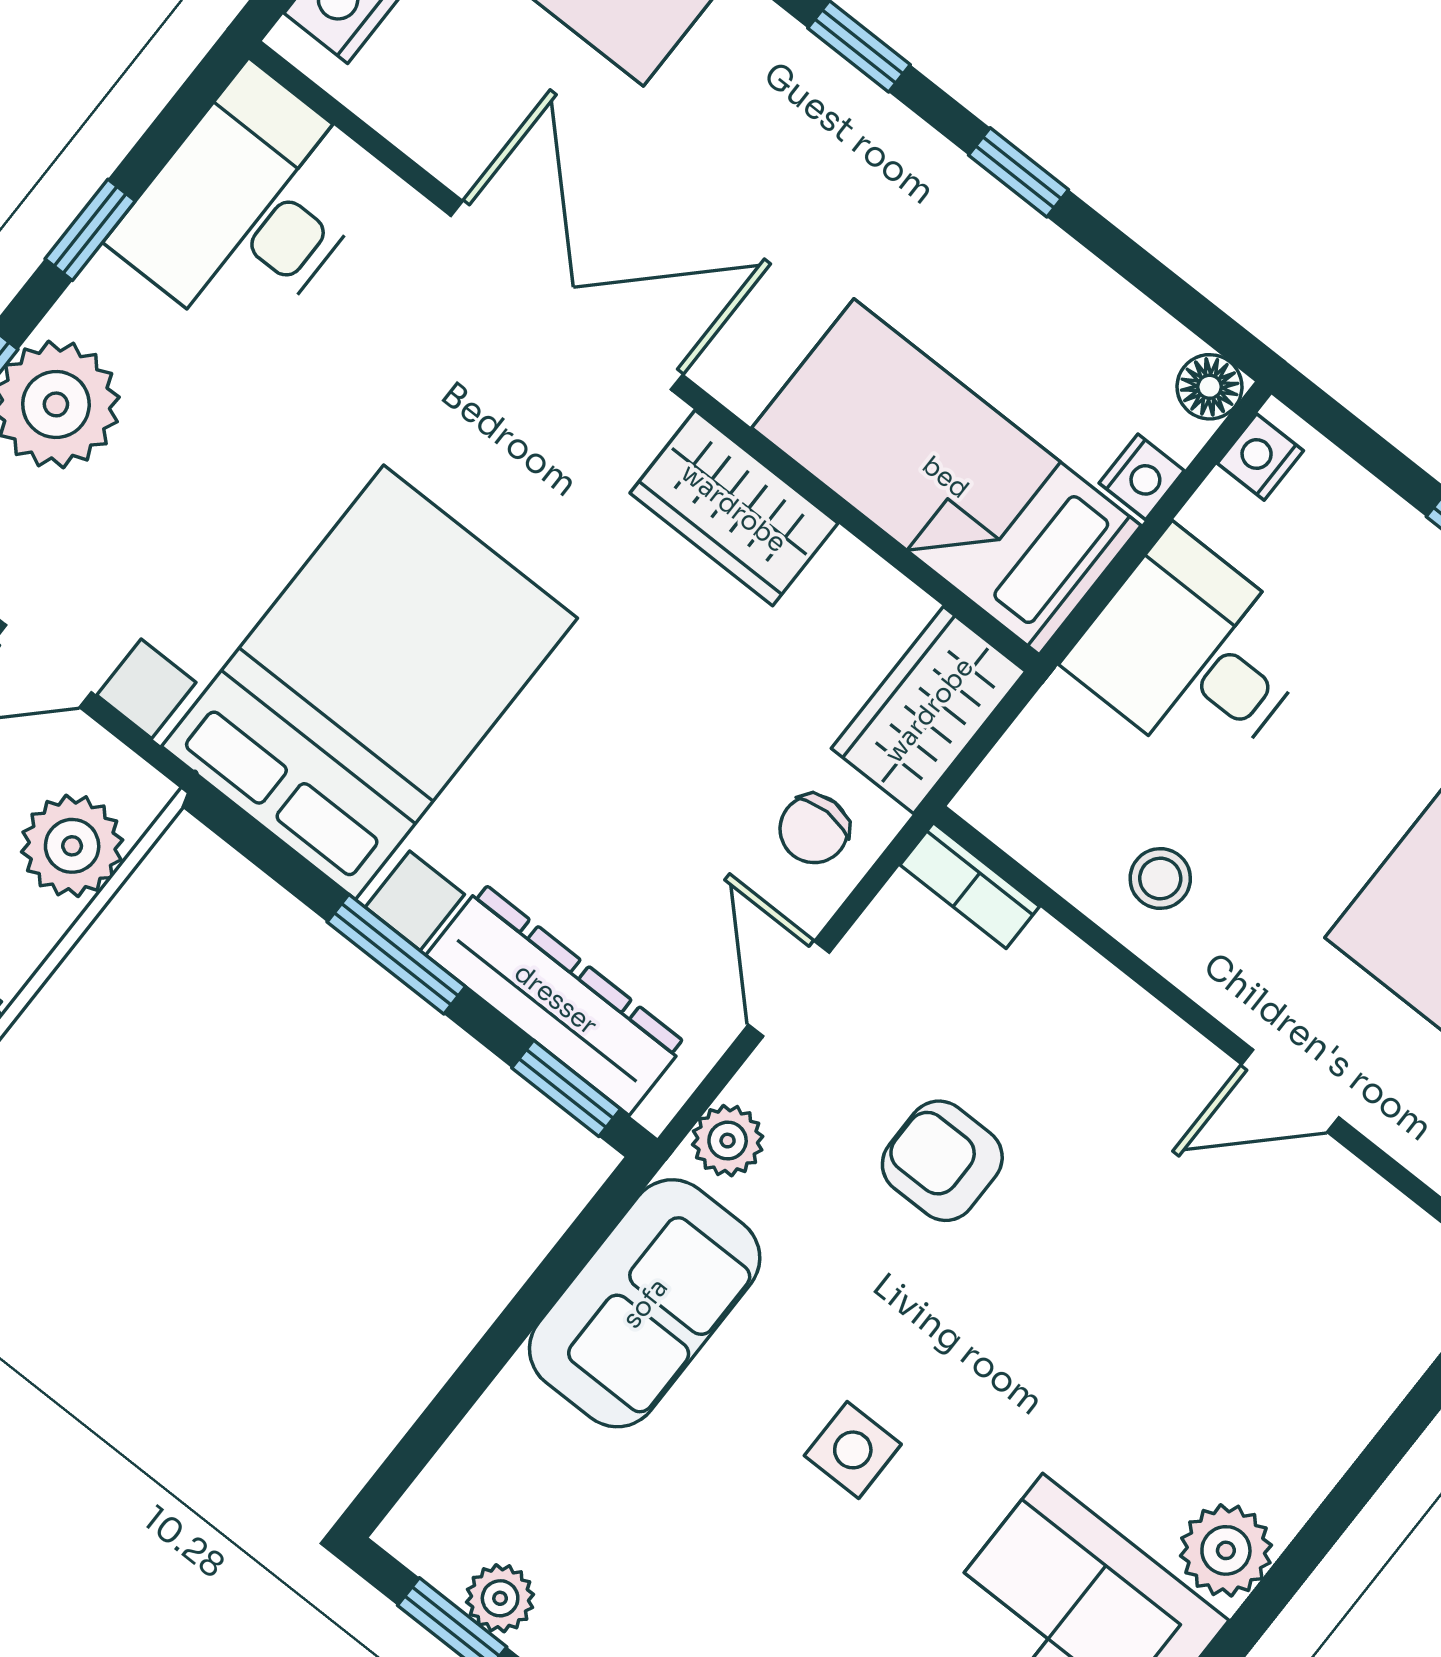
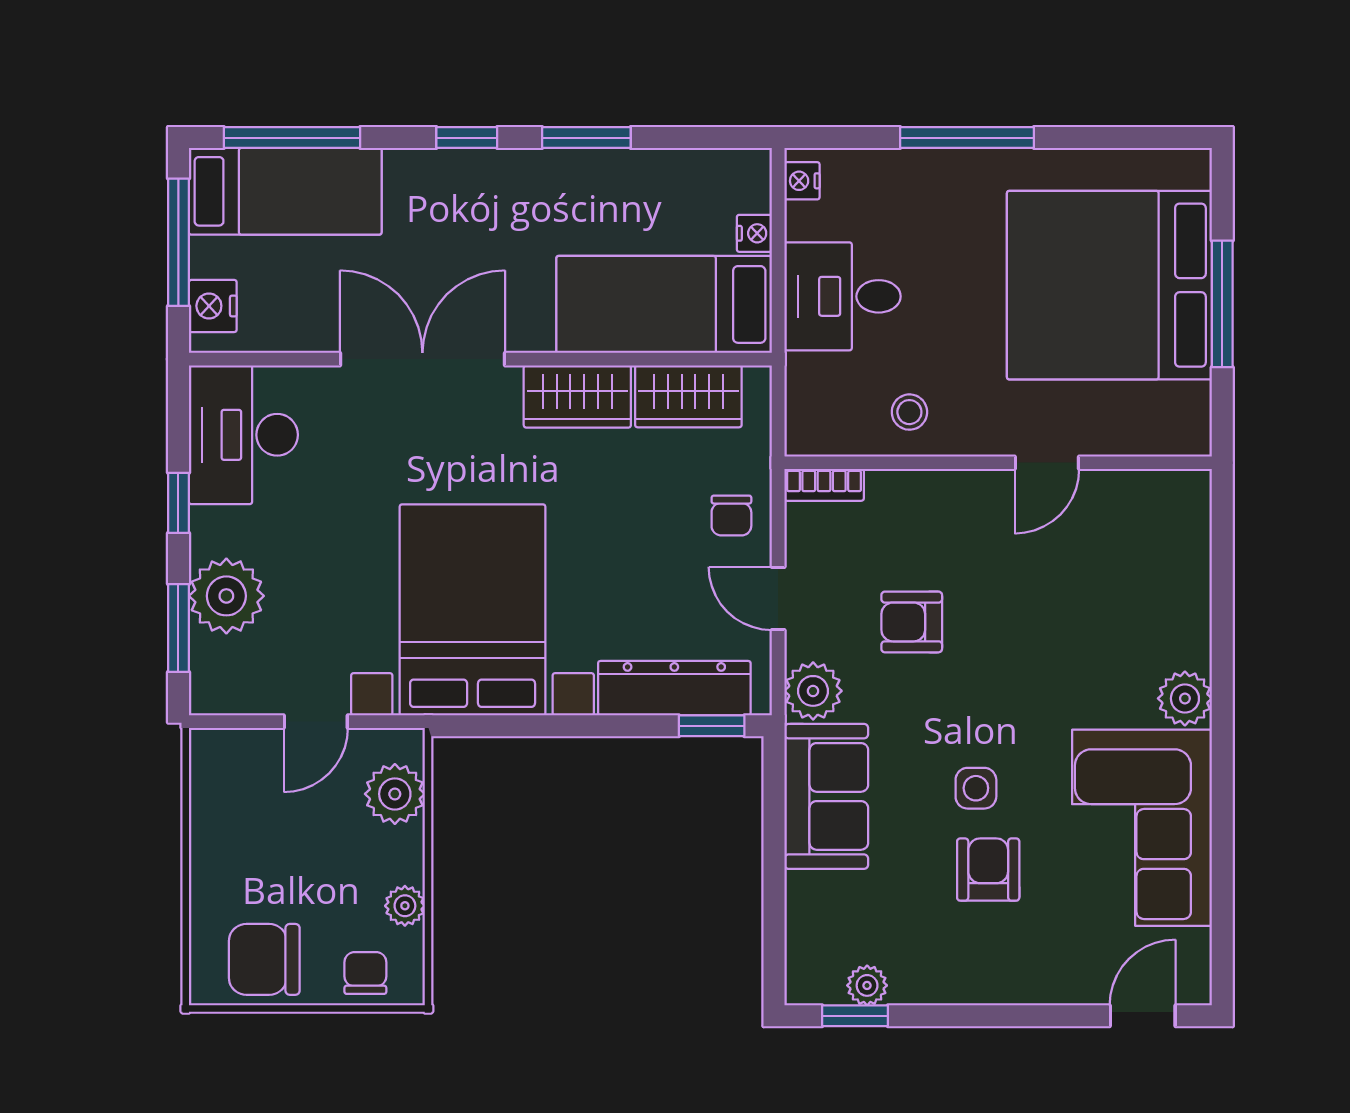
window: (1019, 172) -> (586, 138), width x1.50
floor lamp: (1210, 387) -> (753, 167), removed
wardrobe: (929, 710) -> (688, 396), moved, turned -90
window: (396, 954) -> (584, 726), removed
plant: (728, 1141) -> (813, 691), width x1.38, depth x1.38
armchair: (784, 1571) -> (988, 870), added

